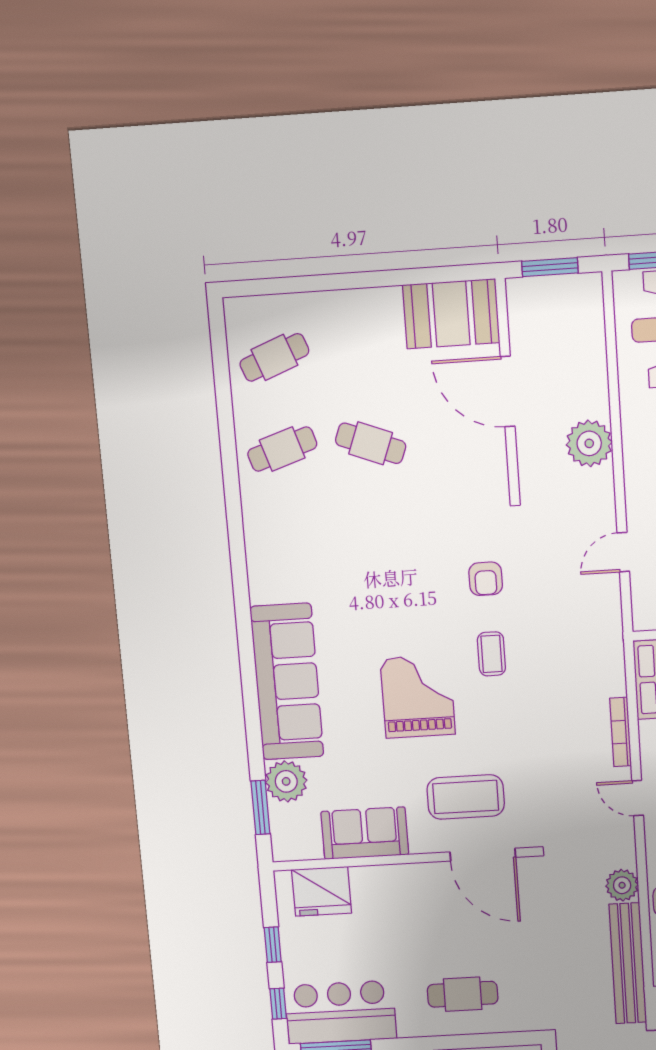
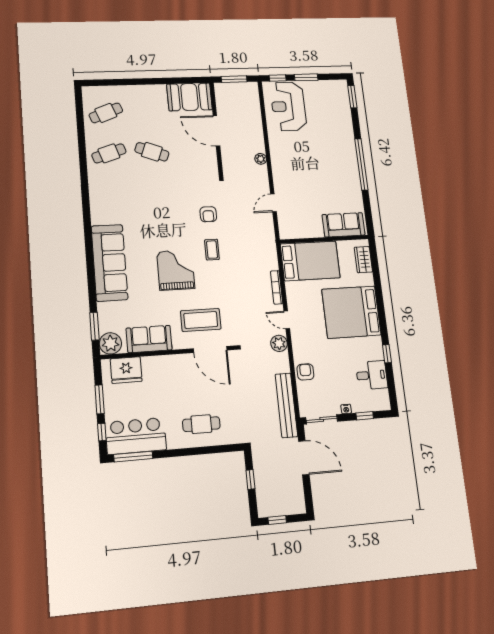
plant: (589, 443) -> (261, 159), width x0.53, depth x0.53
plant: (286, 781) -> (110, 343), moved
plant: (622, 885) -> (279, 343), moved
window: (273, 945) -> (100, 399), width x1.50

